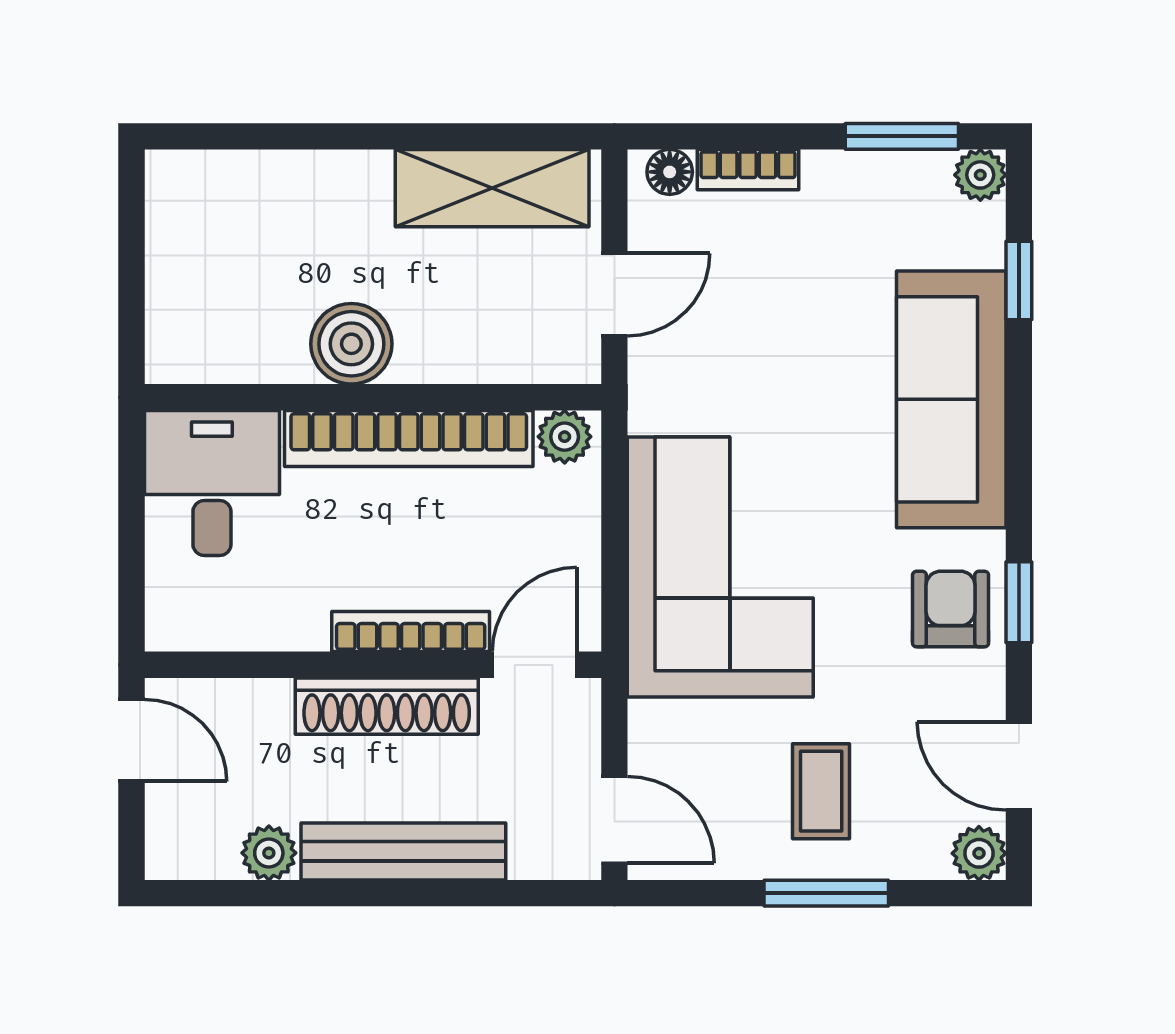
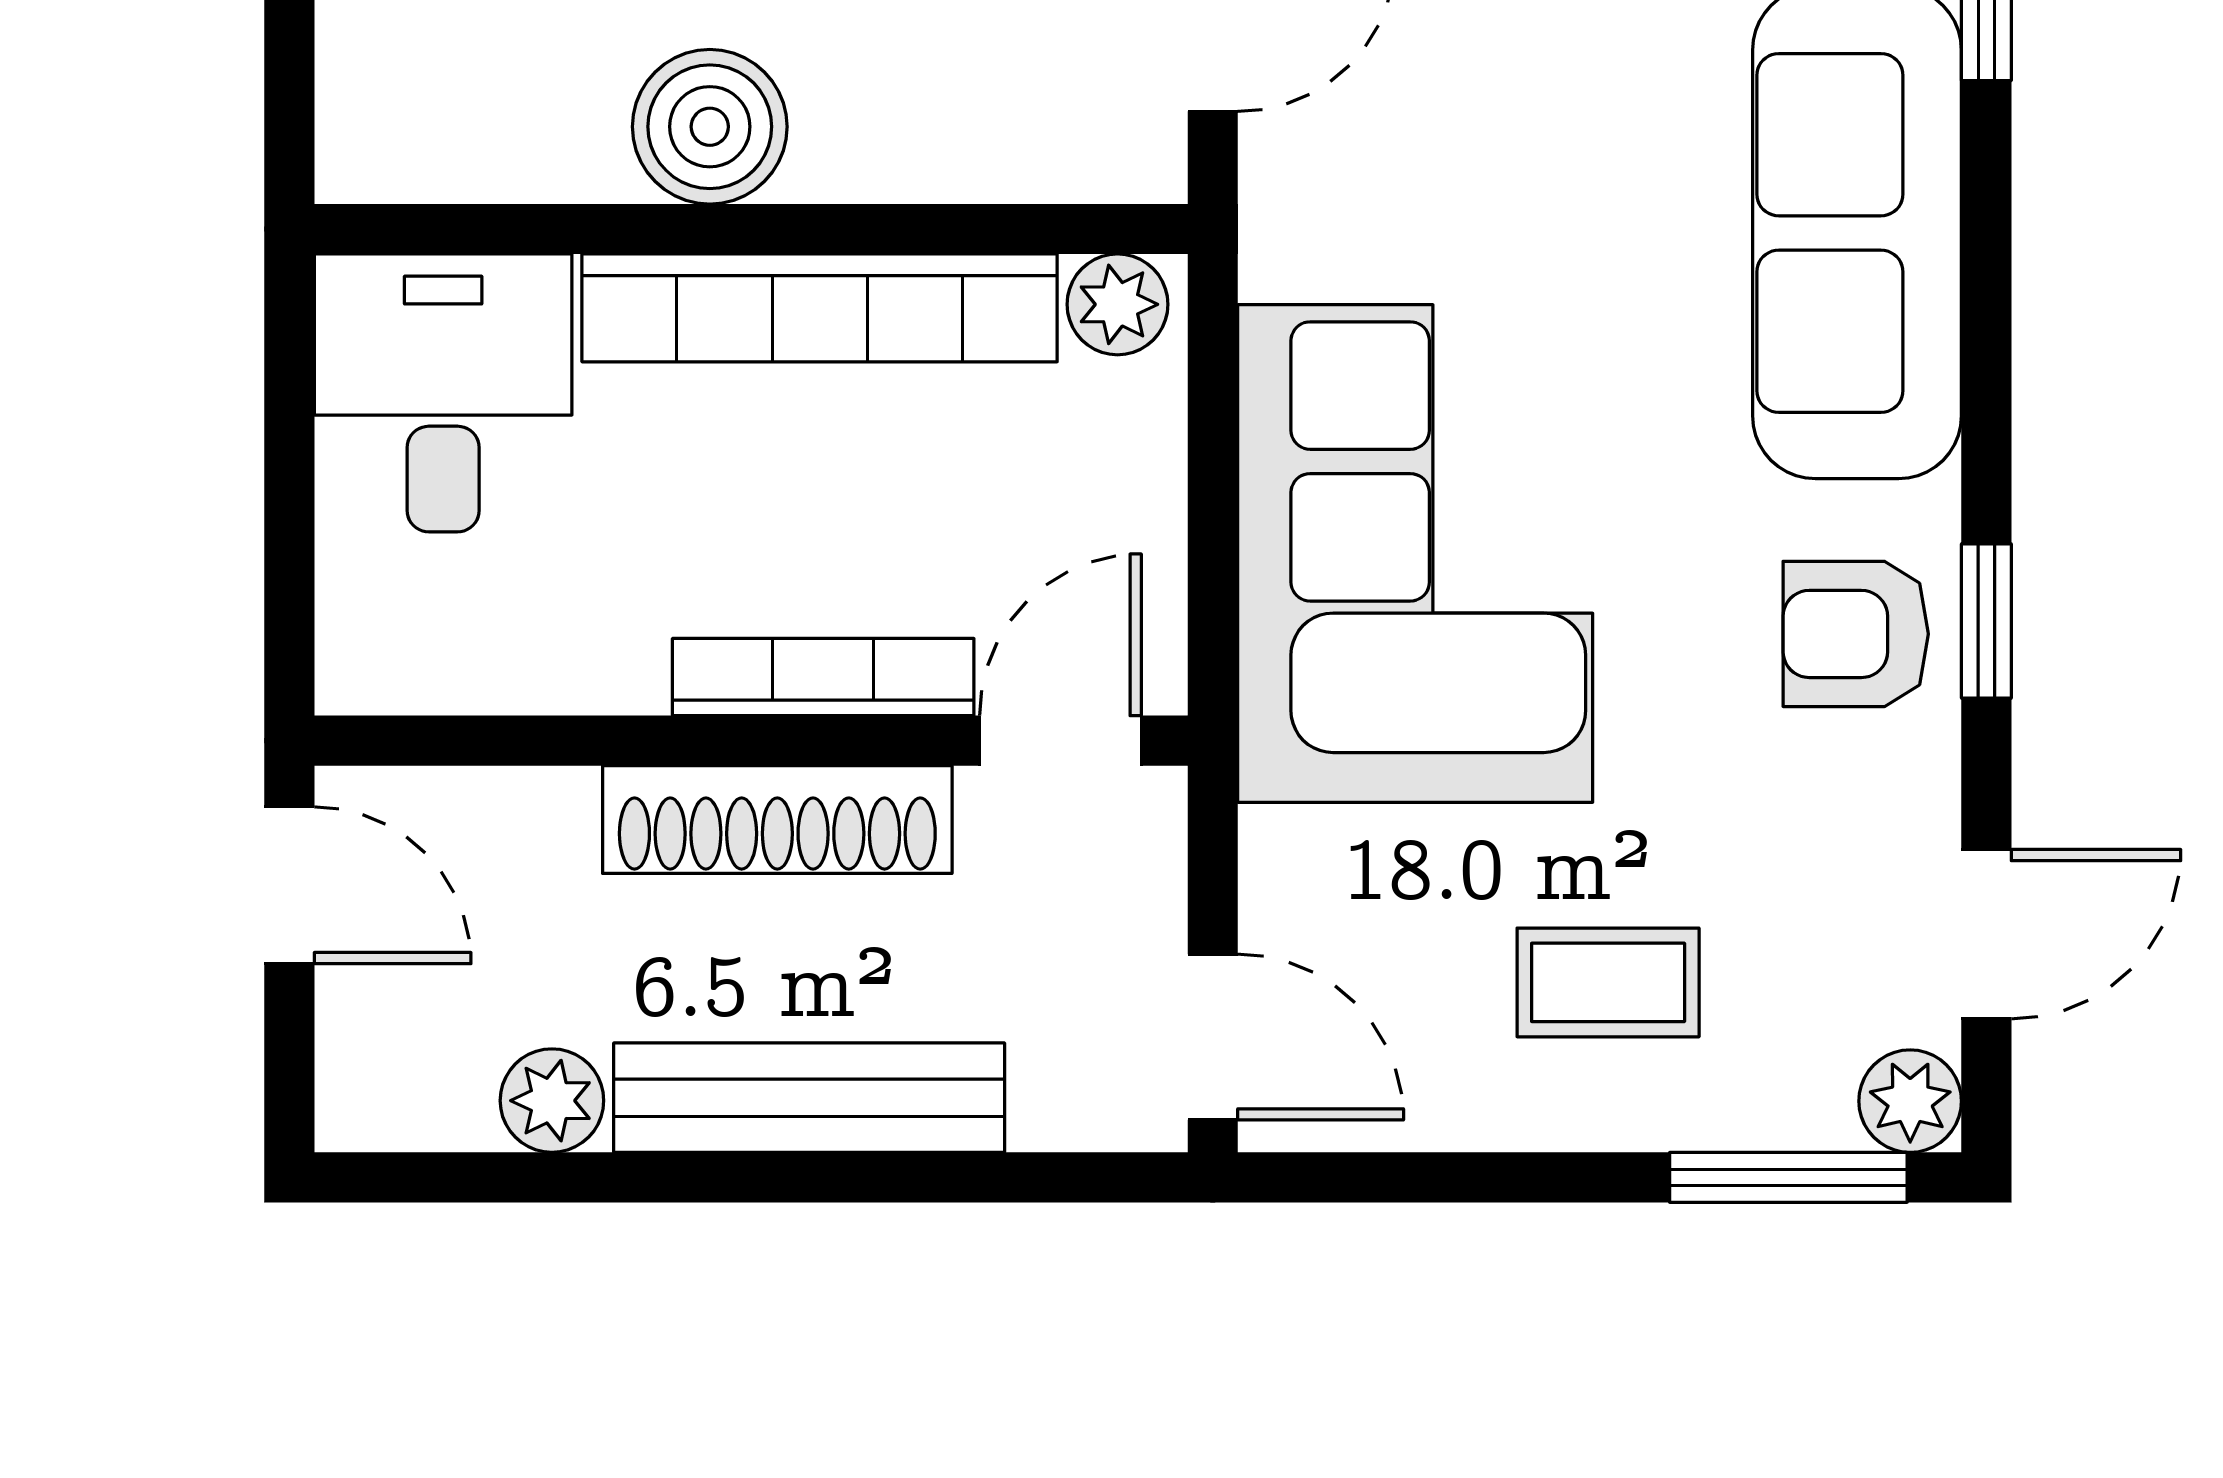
armchair: (951, 609) -> (1856, 634), turned -90
door: (1019, 766) -> (1986, 934), swing flipped
coffee table: (821, 791) -> (1608, 982), turned 90
window: (826, 893) -> (1788, 1177), moved

